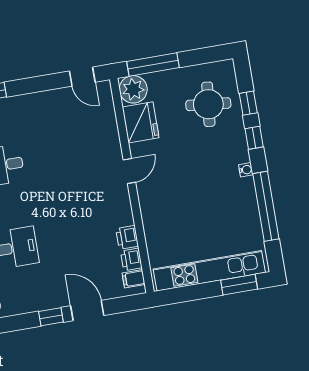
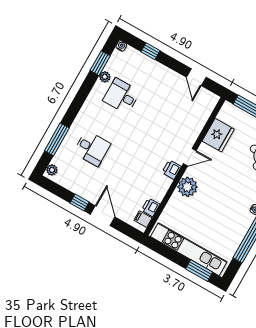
door: (82, 77) -> (196, 77), moved
plant: (133, 89) -> (187, 187), moved
printer: (127, 237) -> (172, 170), moved

